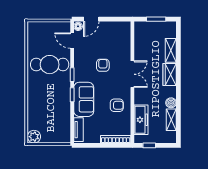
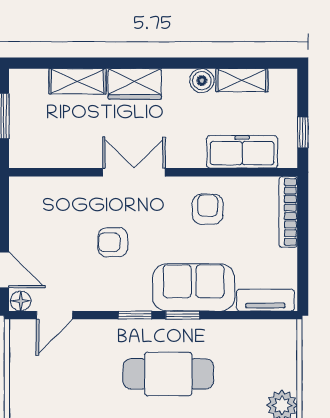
cafe table: (50, 65) -> (168, 374), moved, turned 90

